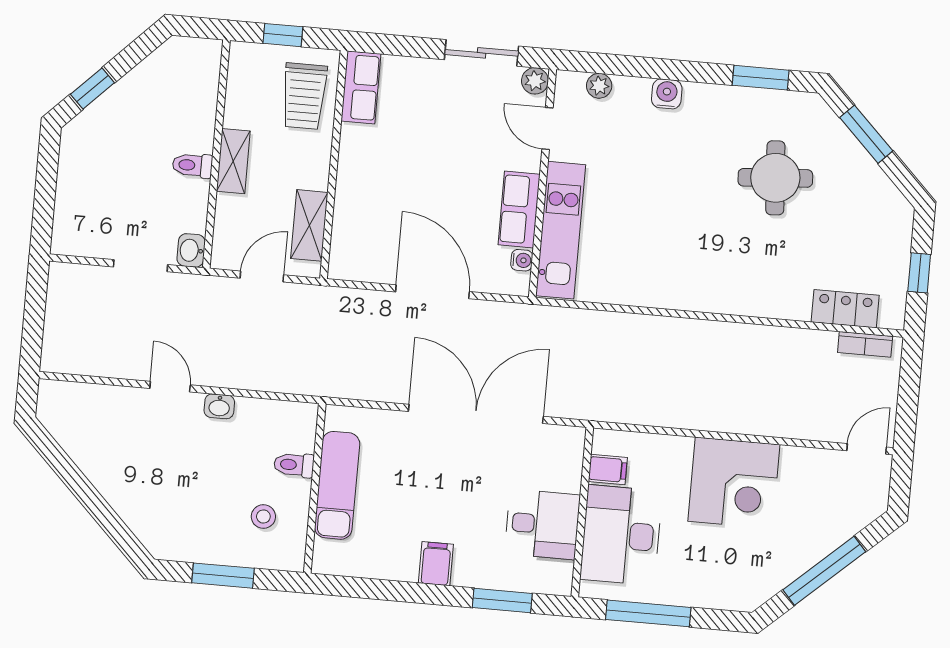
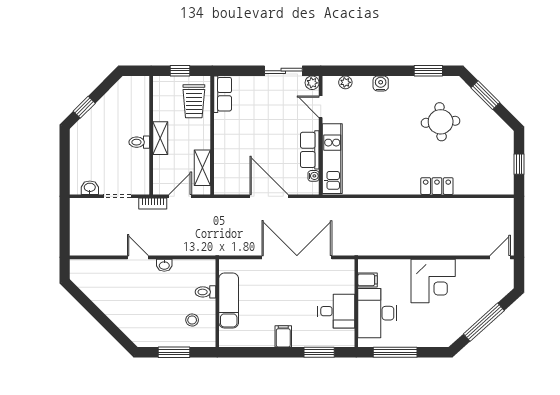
washbasin: (191, 250) -> (90, 188), moved, turned 90
locker: (845, 309) -> (437, 186), moved
bookcase: (865, 344) -> (153, 204), moved

